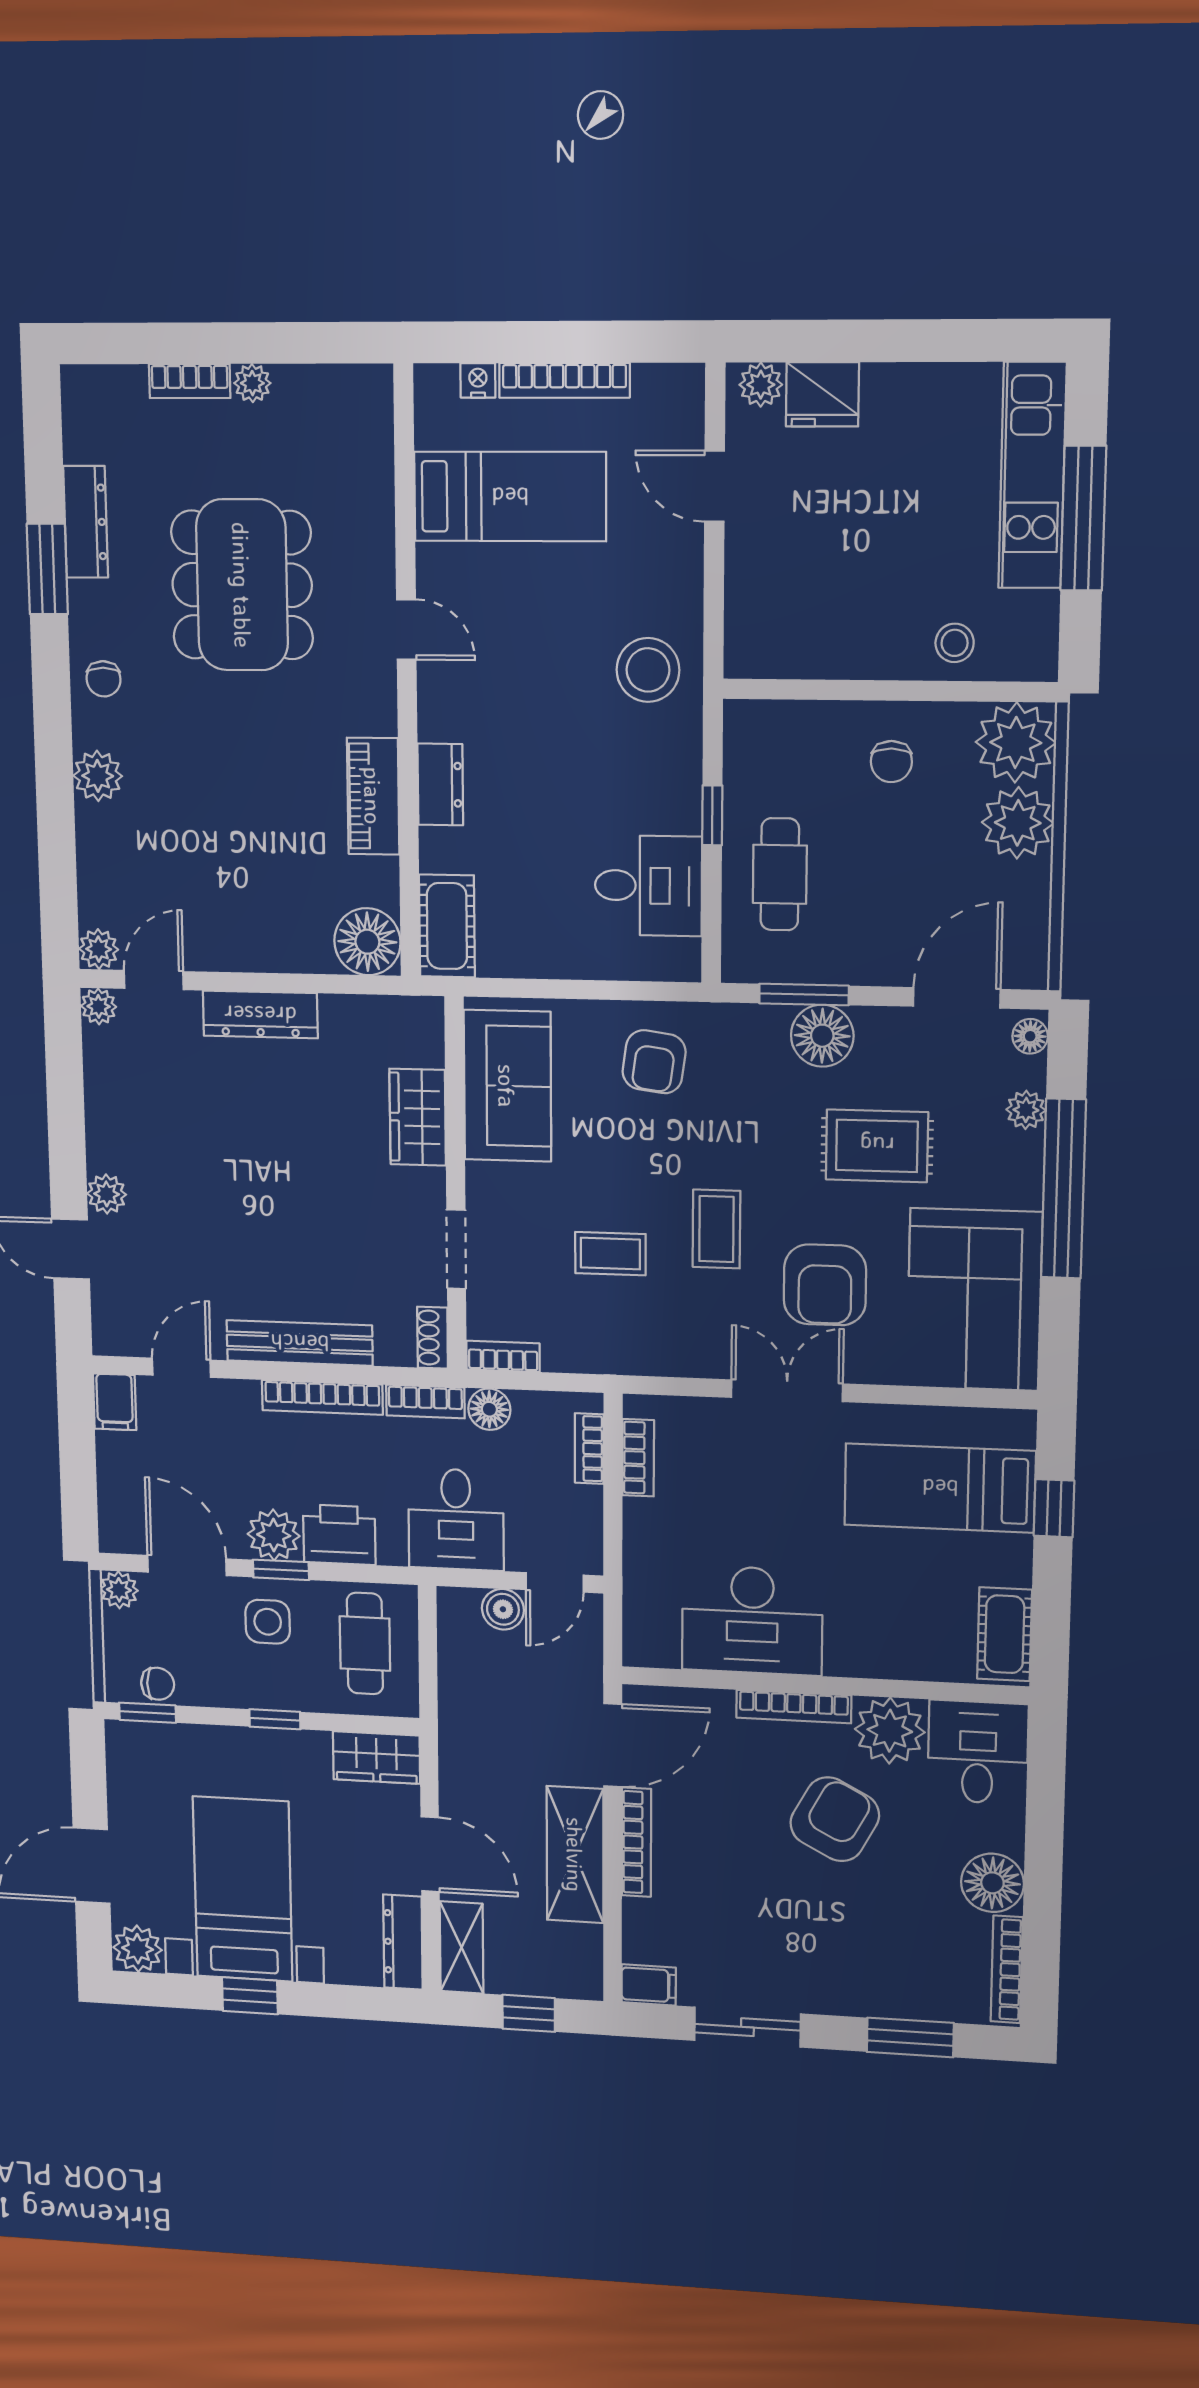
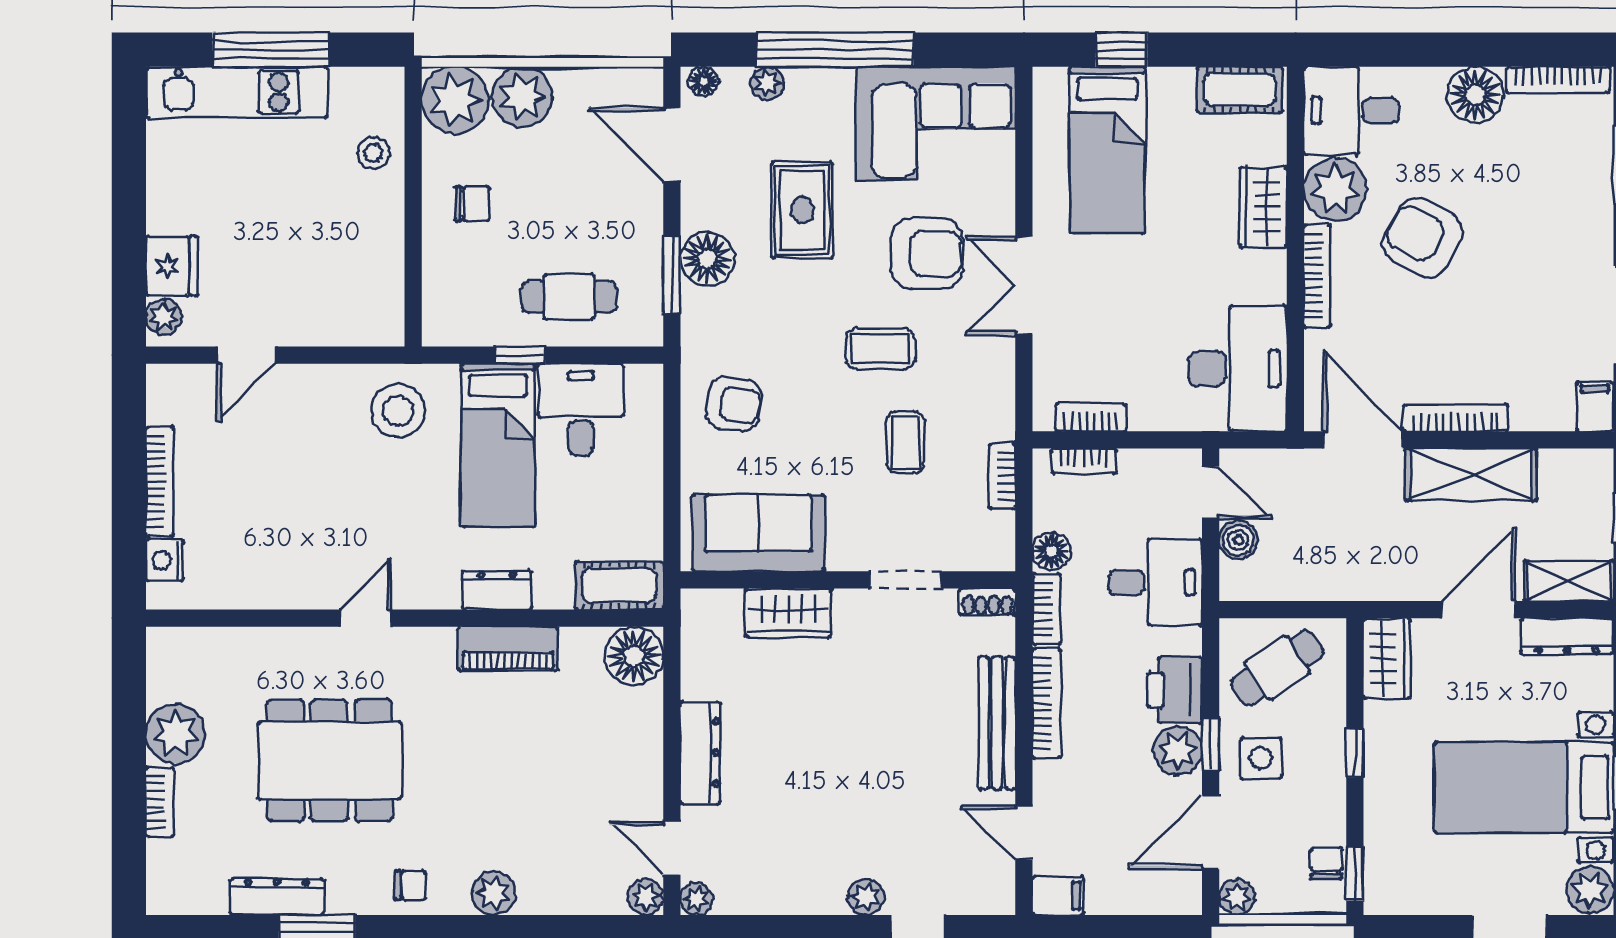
nightstand: (478, 380) -> (165, 560), width x1.39, depth x1.35
plant: (252, 383) -> (176, 734), width x1.88, depth x1.88
bed: (510, 497) -> (498, 445), moved, turned 180
bookcase: (503, 1356) -> (1002, 476), moved
desk: (752, 1620) -> (1238, 369), moved
cafe table: (365, 1644) -> (1277, 668), turned -34
wardrobe: (871, 1653) -> (1263, 207), added

